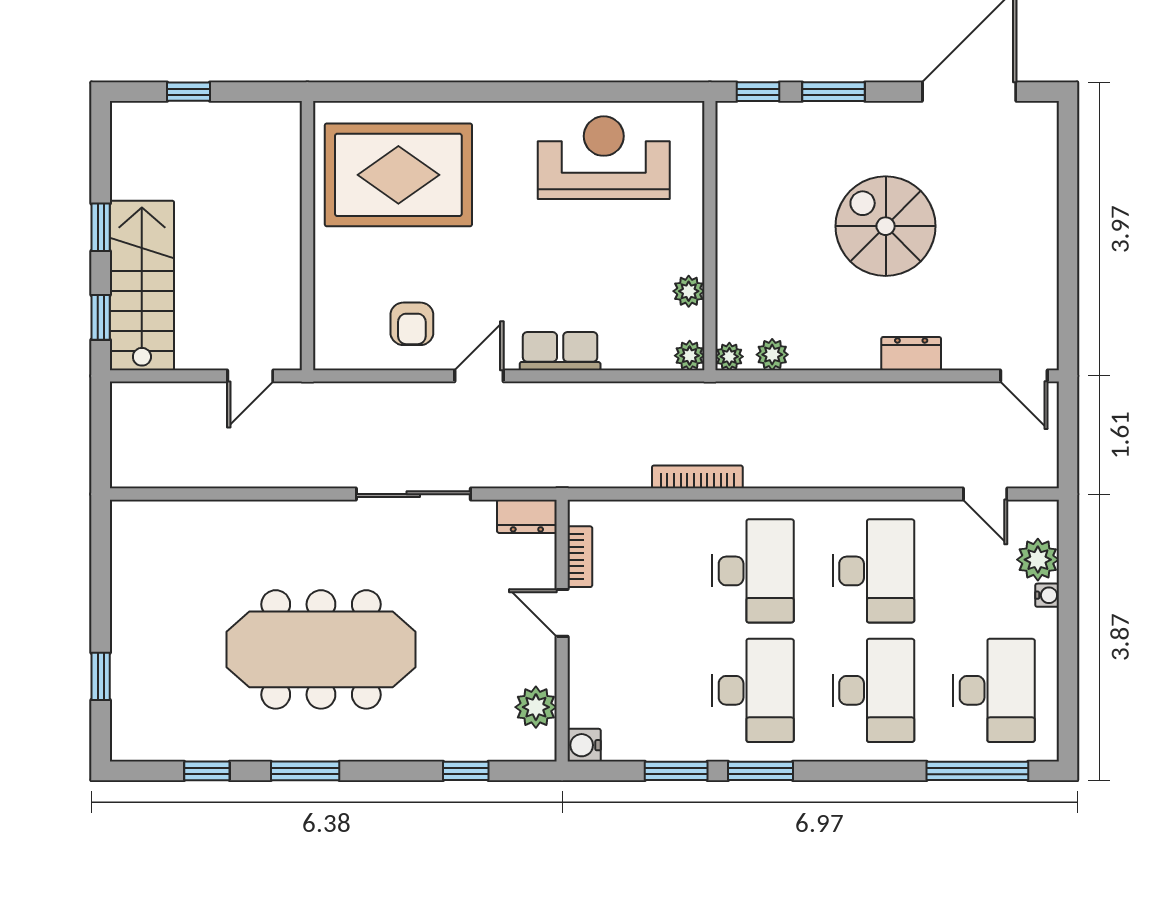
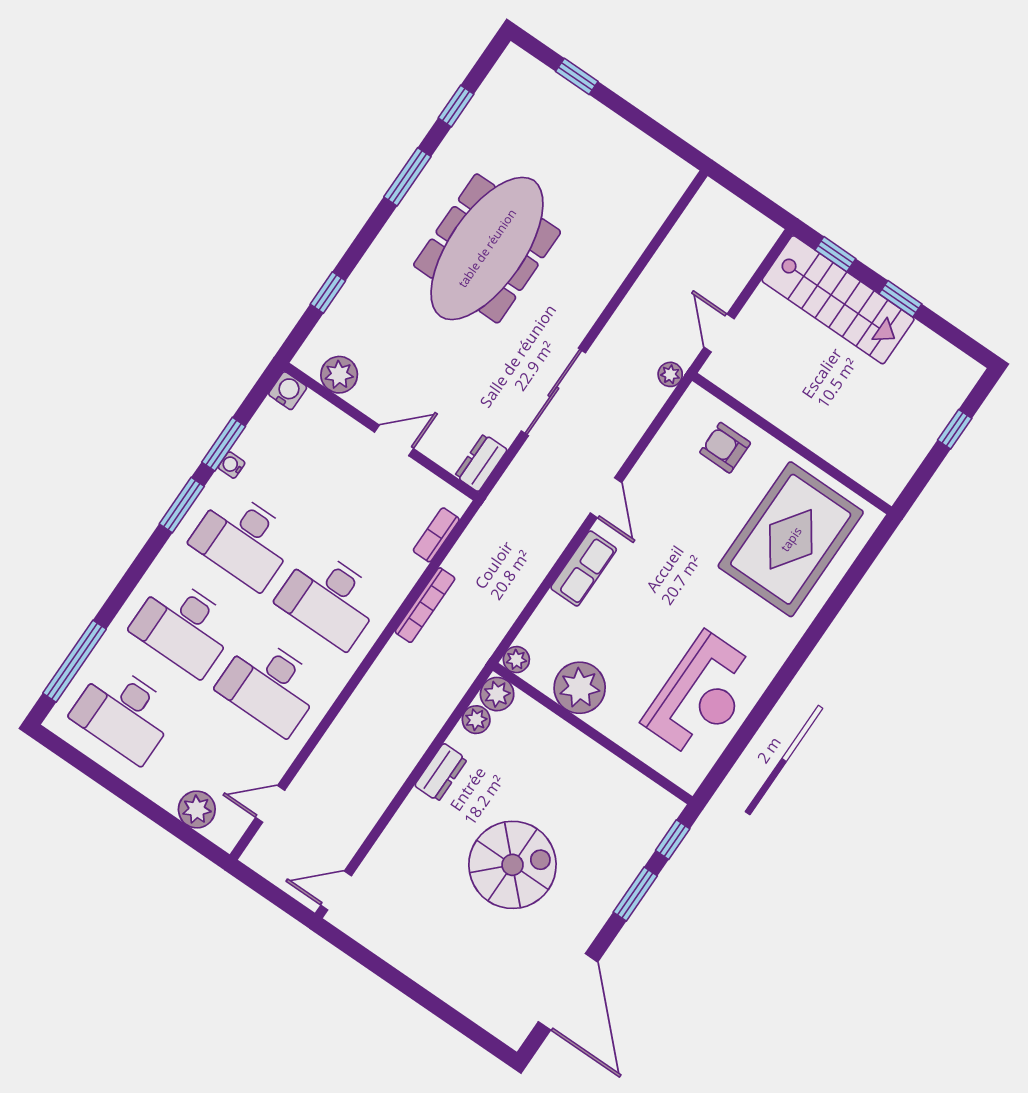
plant: (689, 291) -> (580, 688), width x1.88, depth x1.88
armchair: (412, 324) -> (725, 448), moved
dresser: (911, 354) -> (441, 772), moved
plant: (729, 357) -> (497, 694), width x1.38, depth x1.38
plant: (321, 395) -> (670, 374), added
bookcase: (580, 557) -> (436, 535), moved, turned 90
water cooler: (1047, 595) -> (232, 465), moved, turned 90

